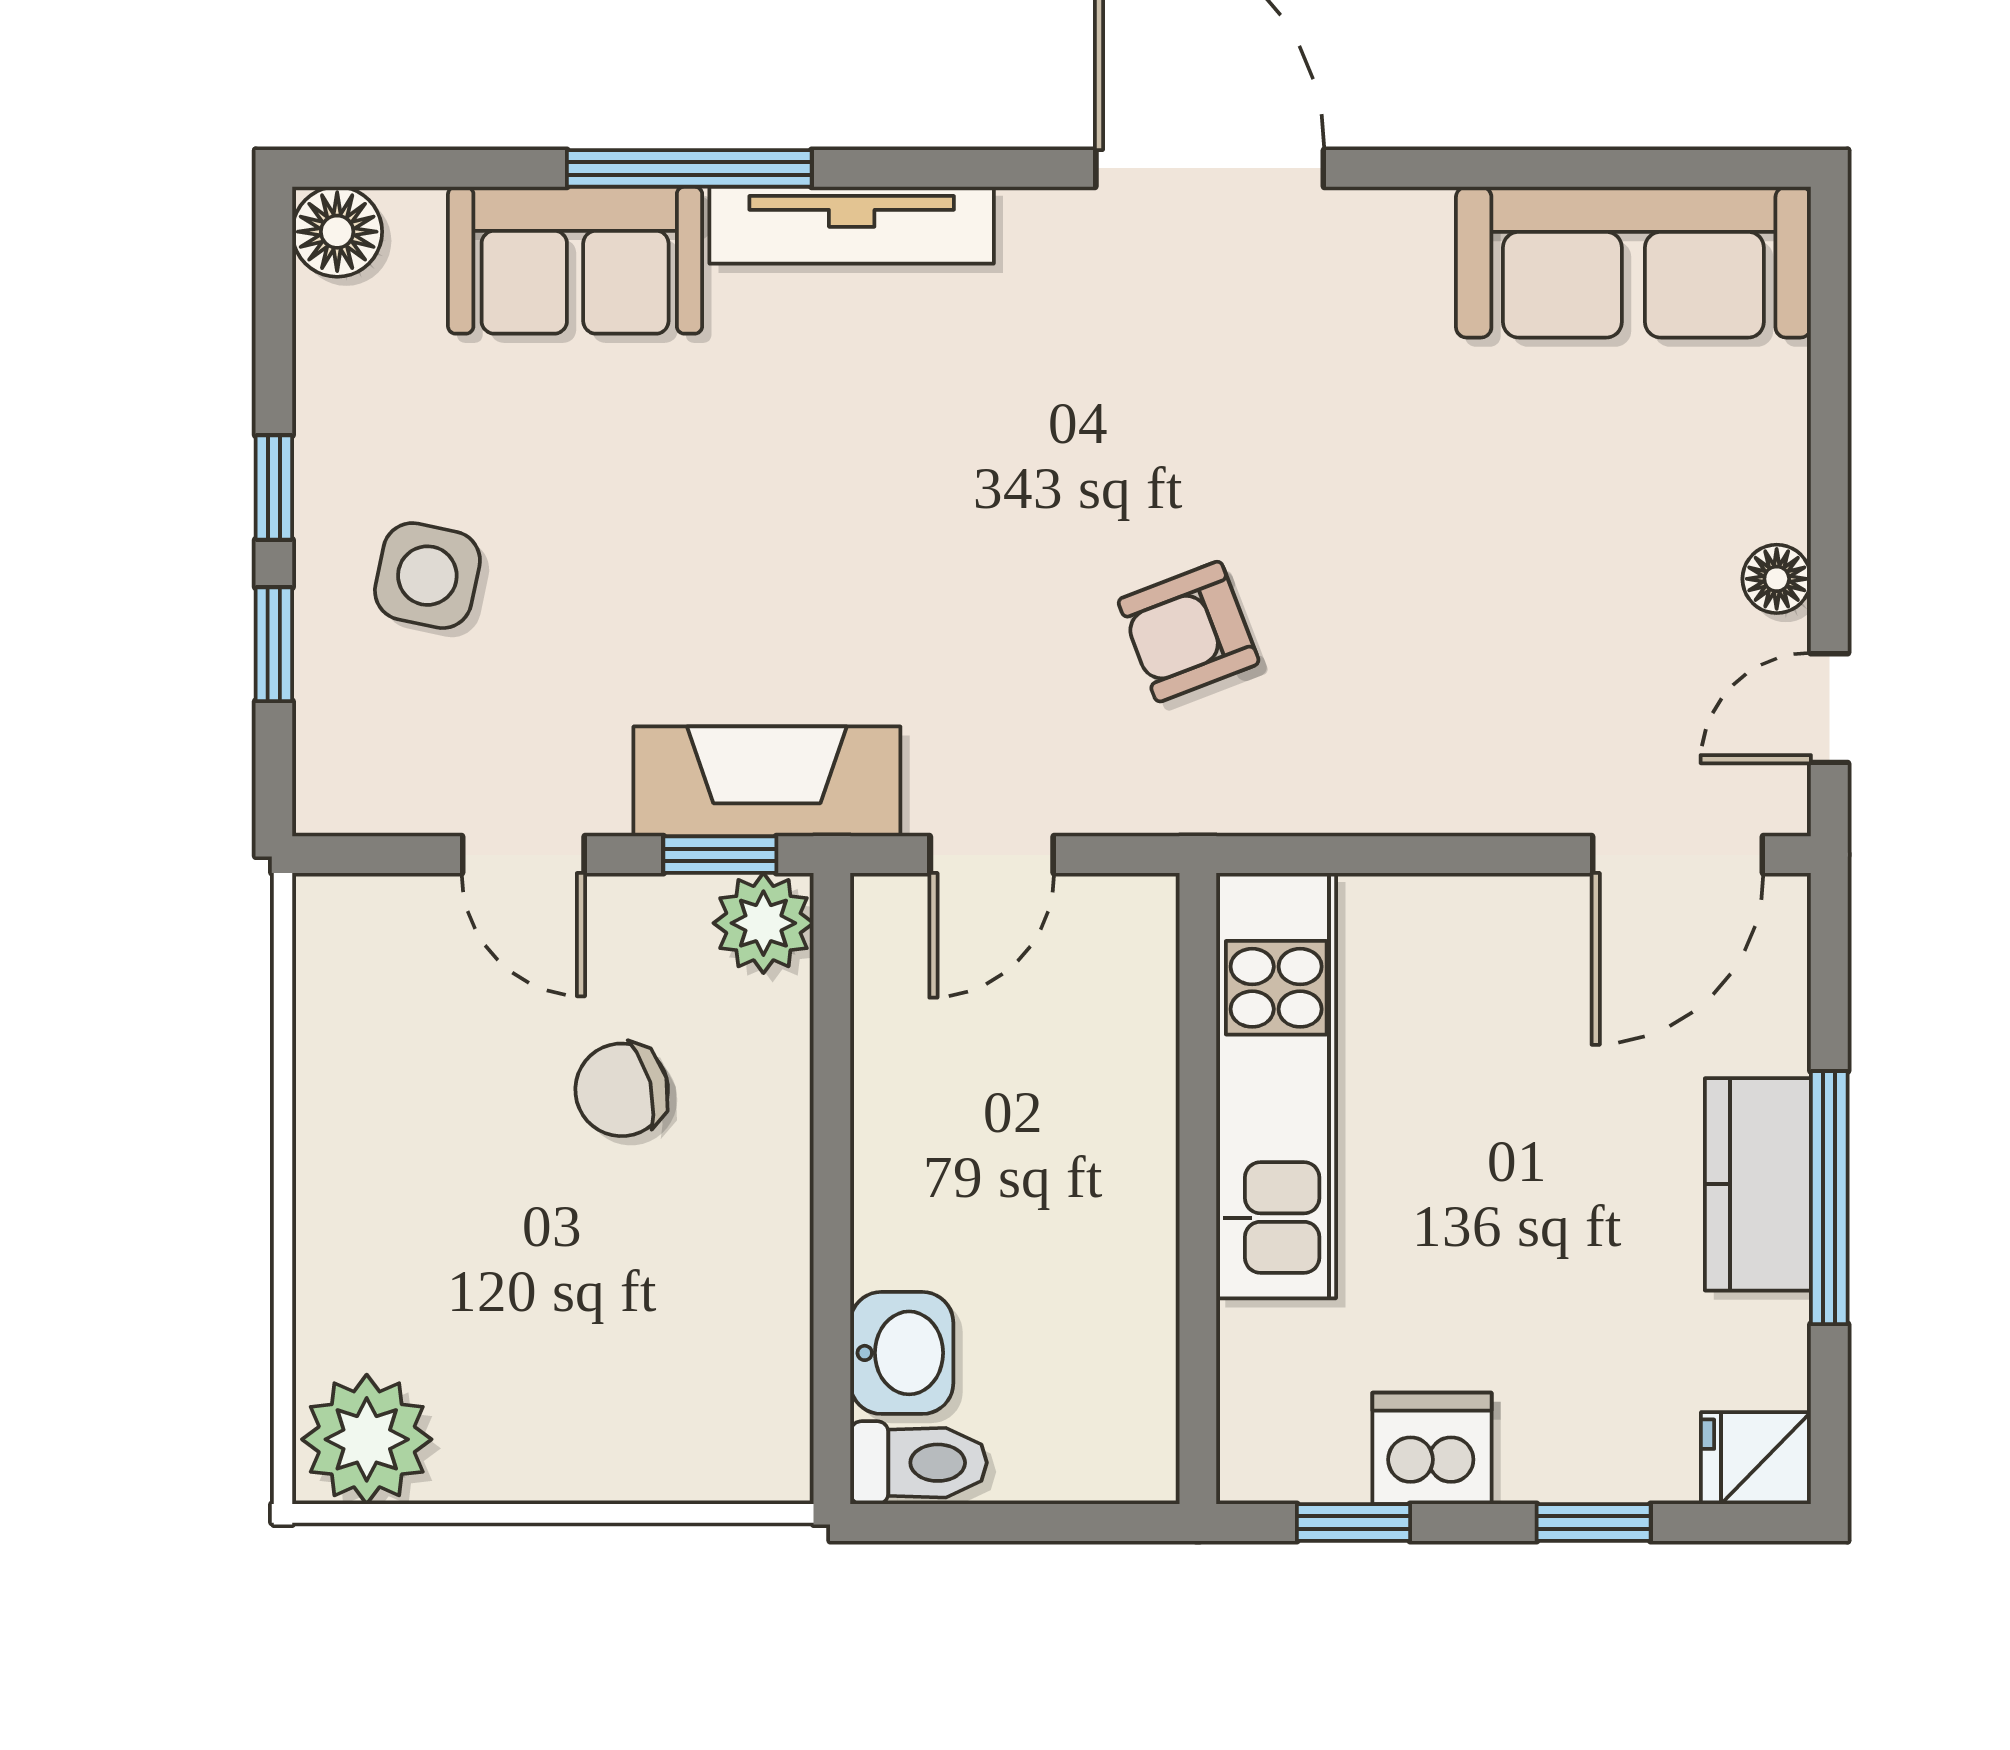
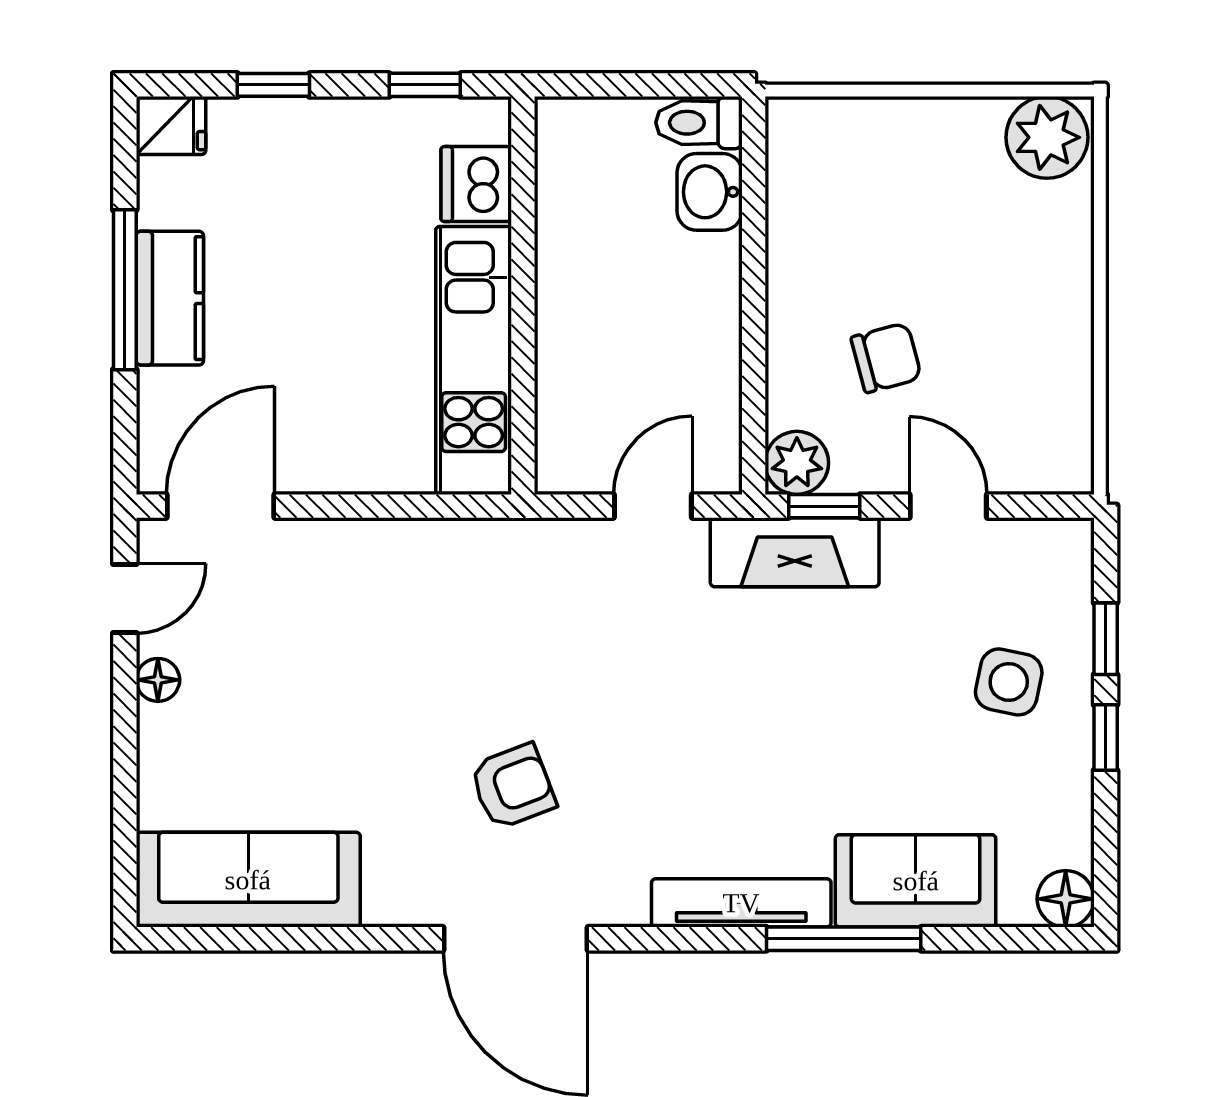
armchair: (1189, 632) -> (513, 787), moved
dishwasher: (1432, 1448) -> (476, 184), moved, turned 90

